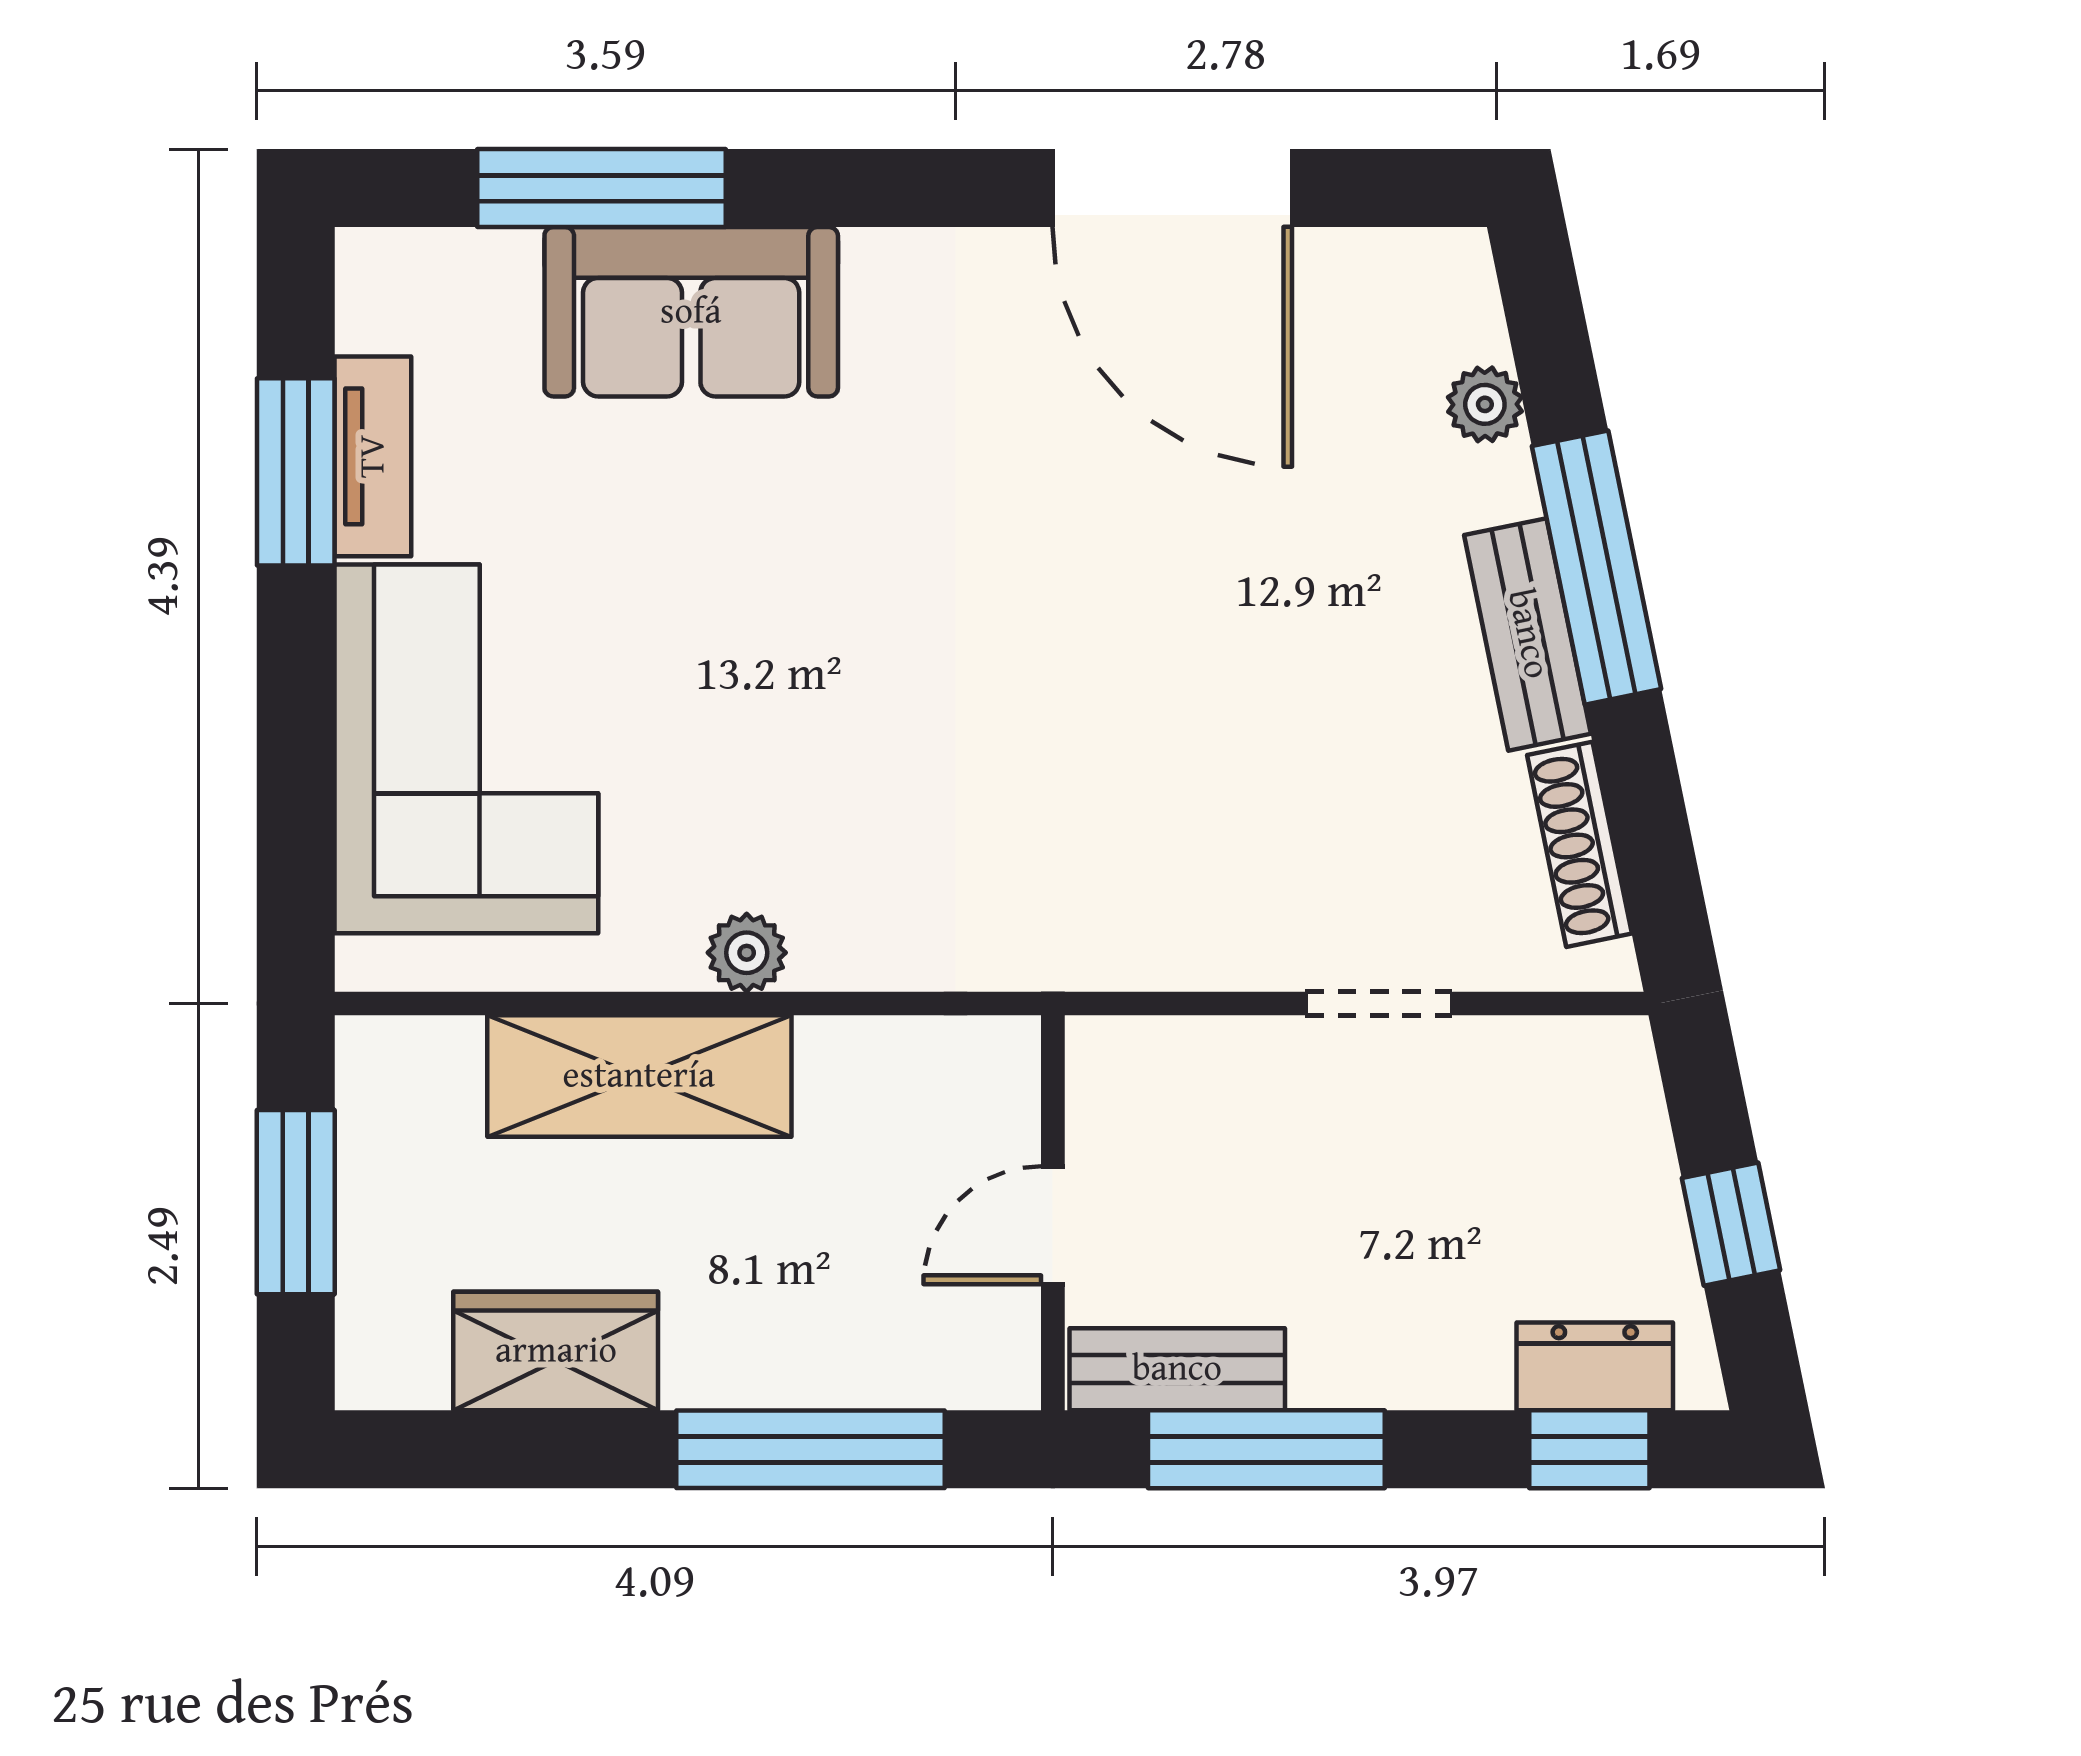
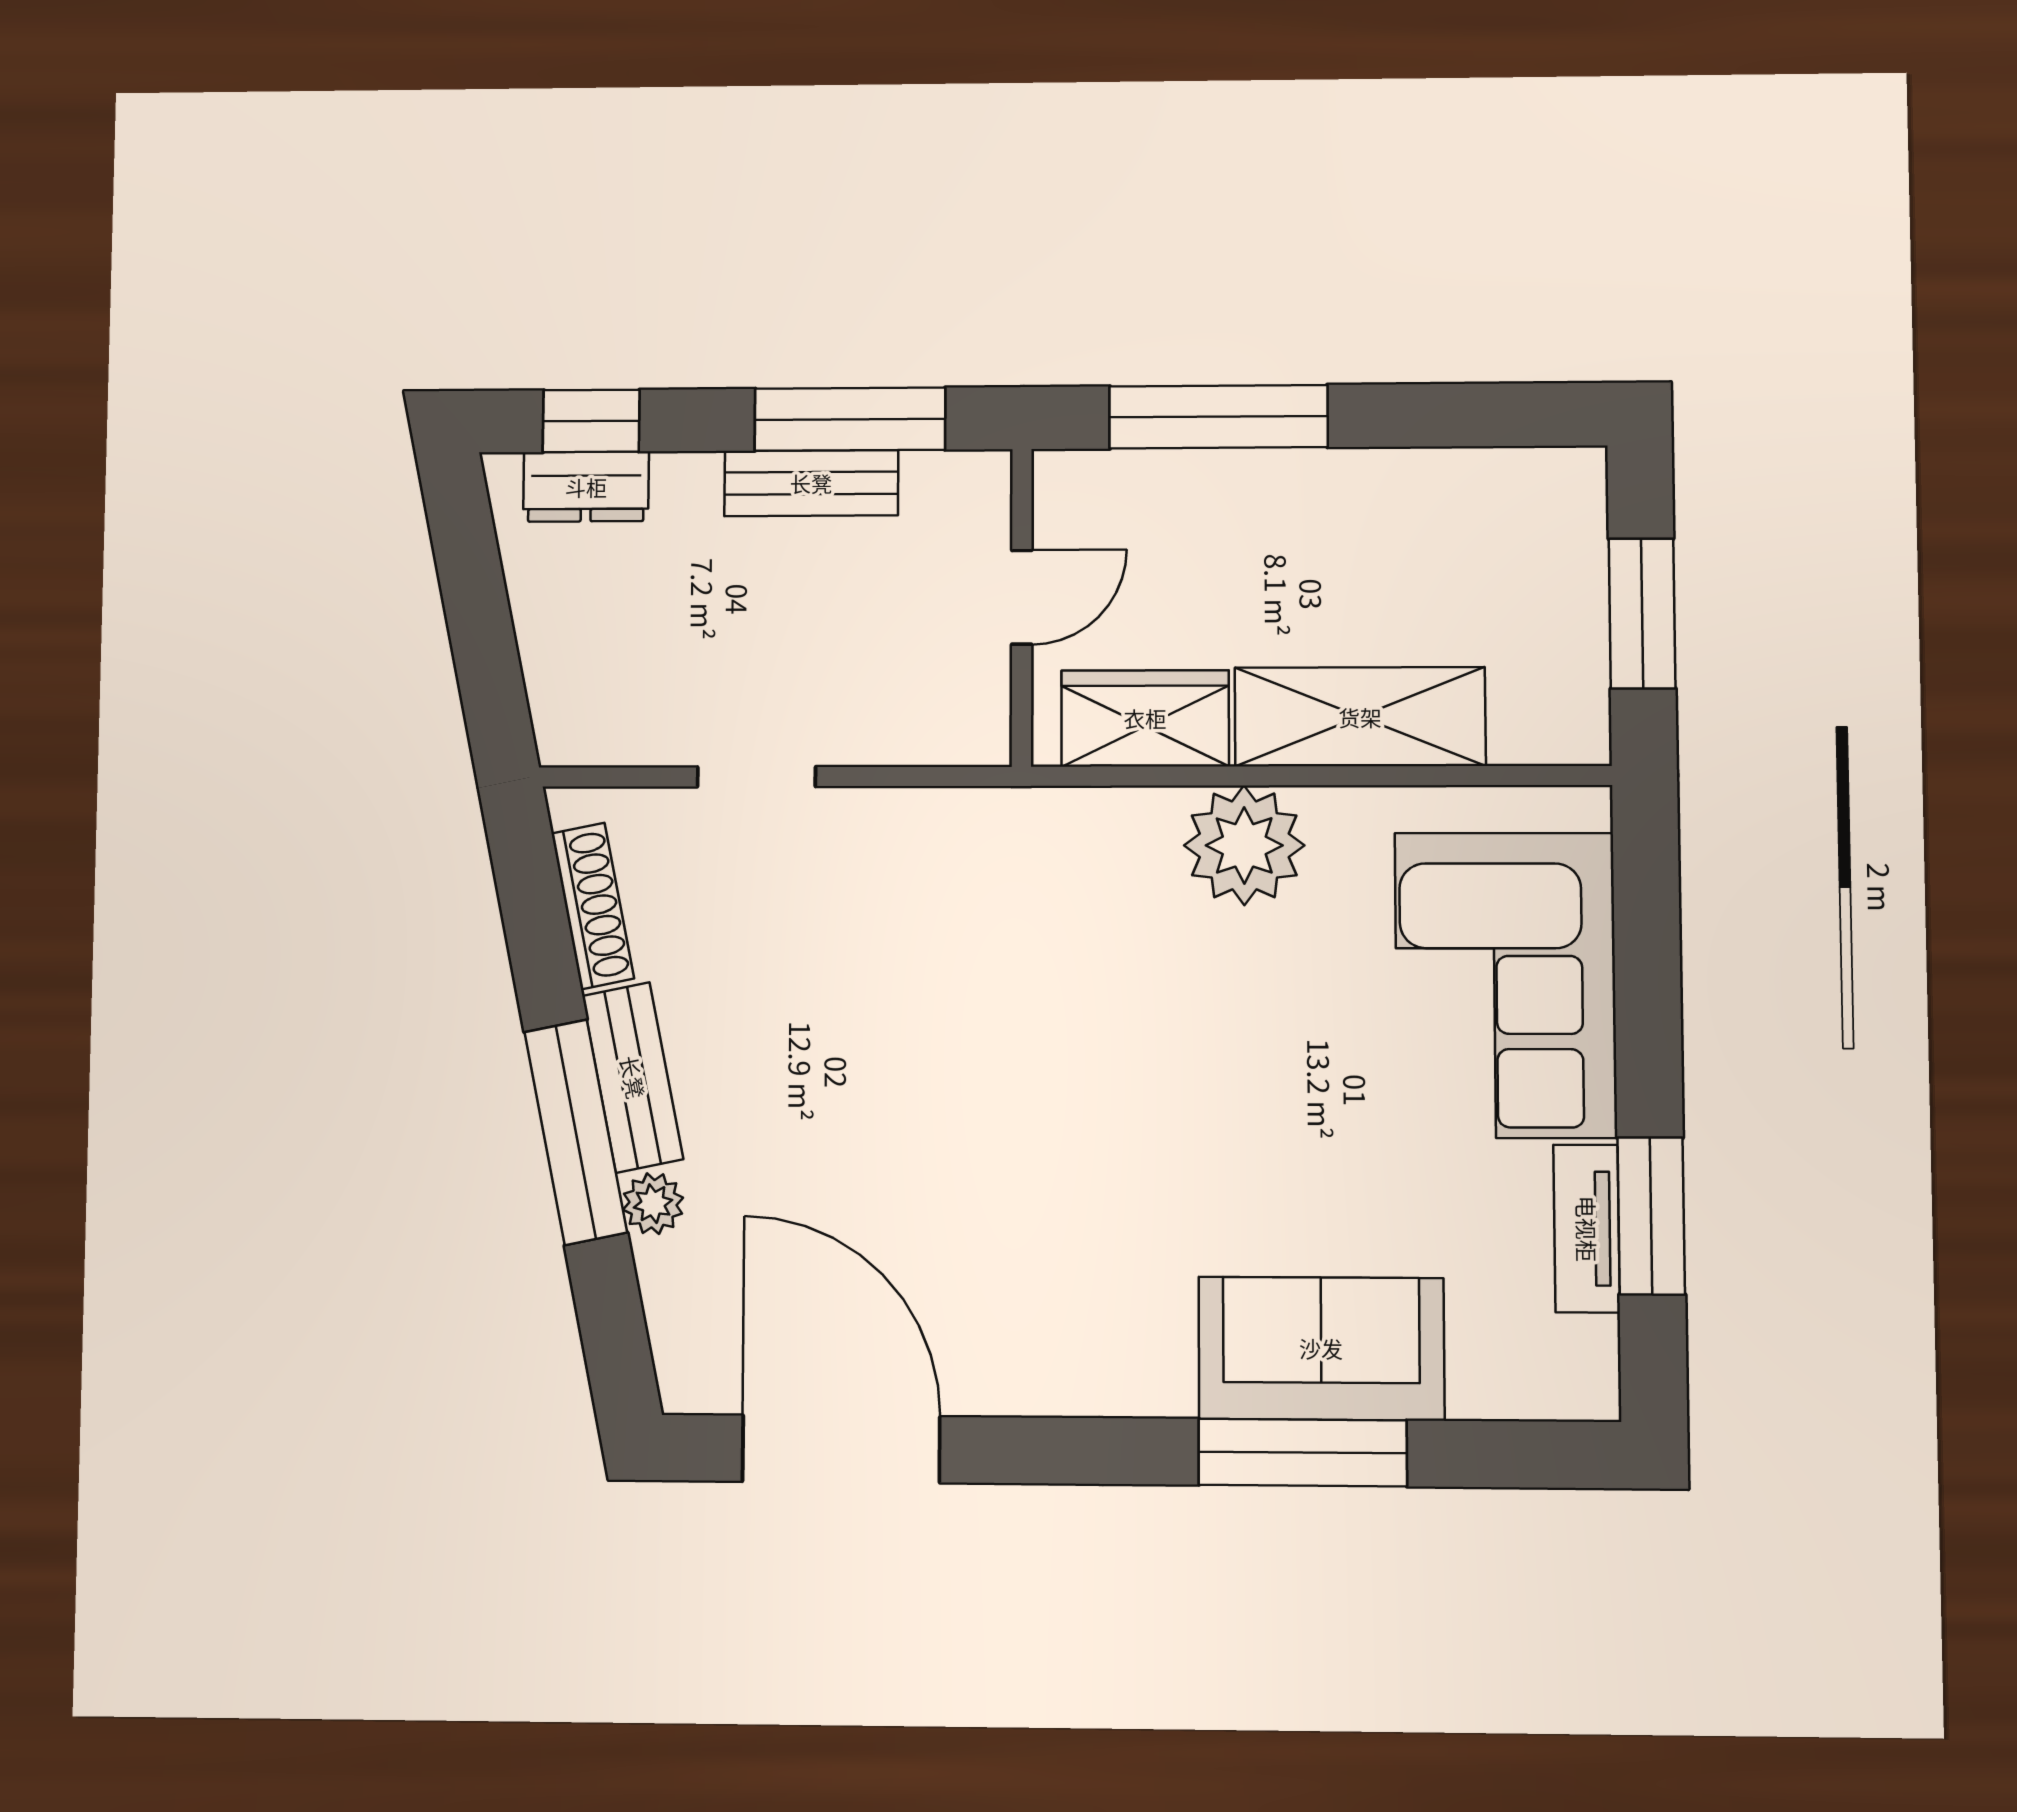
window: (602, 188) -> (1303, 1453), moved
door: (1172, 188) -> (841, 1449), moved
plant: (1485, 404) -> (653, 1204), moved
plant: (747, 953) -> (1244, 845), width x1.88, depth x1.88
window: (1731, 1224) -> (475, 600), removed
wardrobe: (556, 1351) -> (1145, 718), moved, turned 180
bench: (1177, 1369) -> (811, 483), moved

